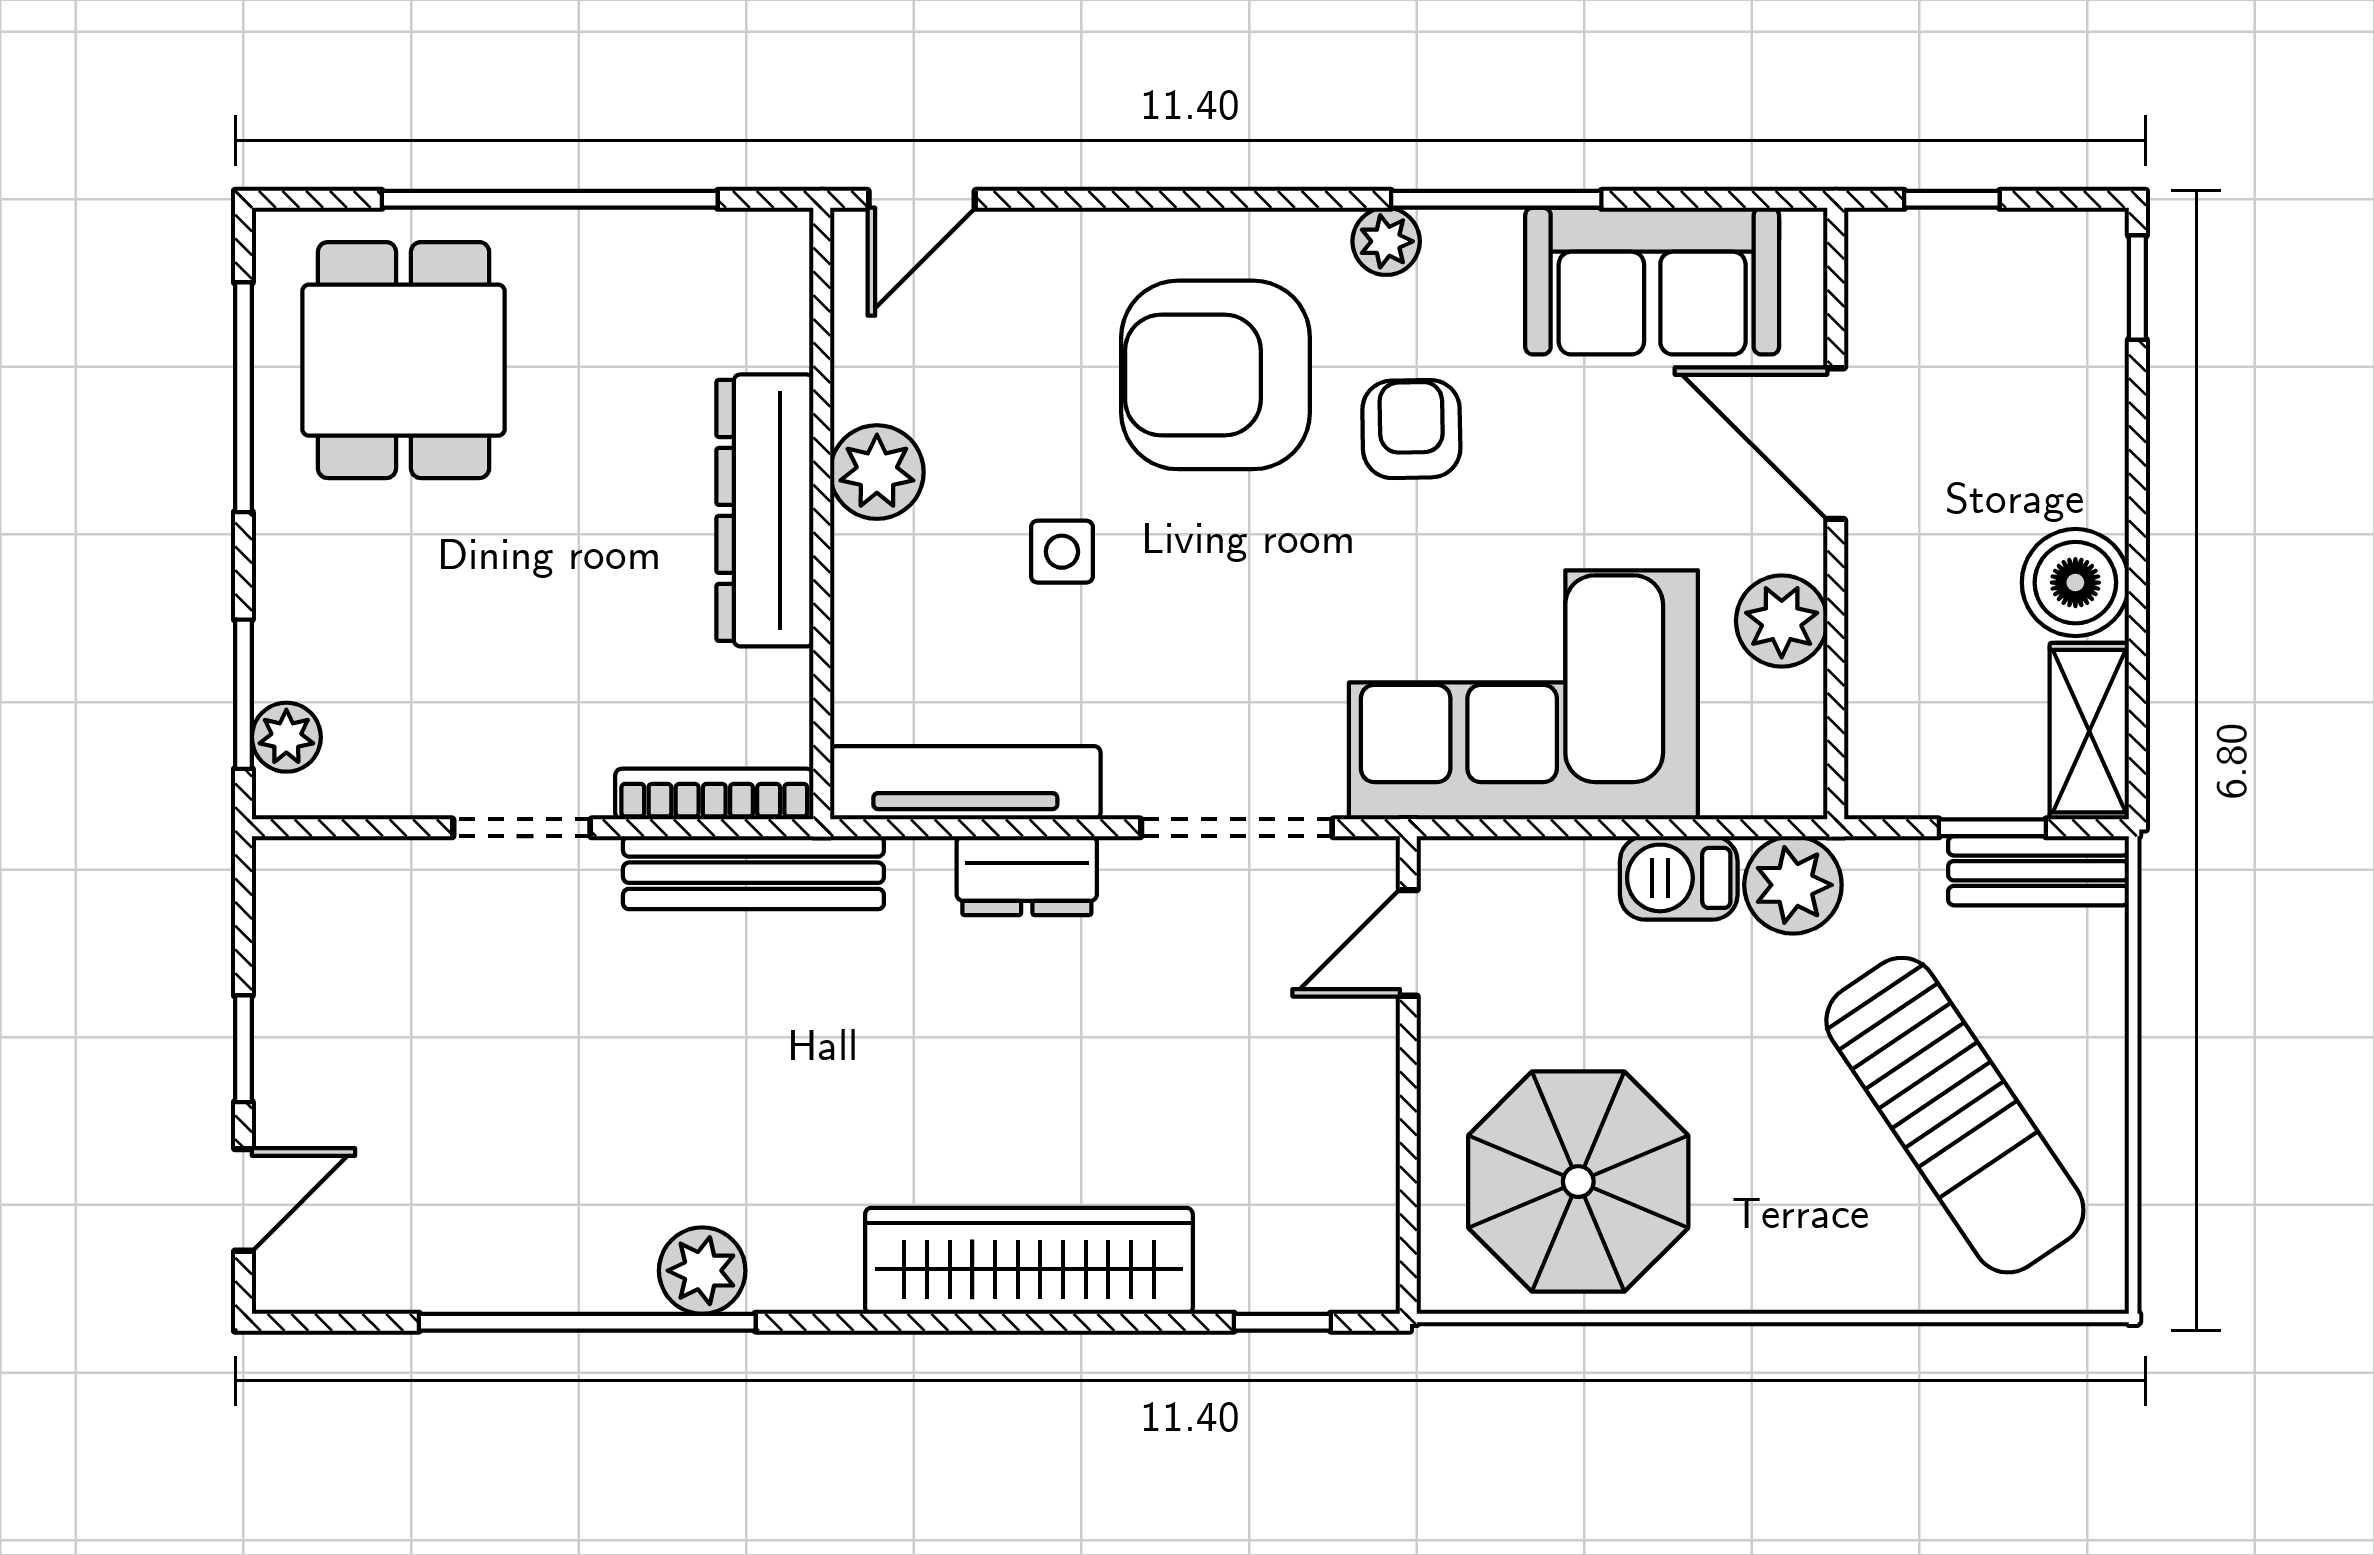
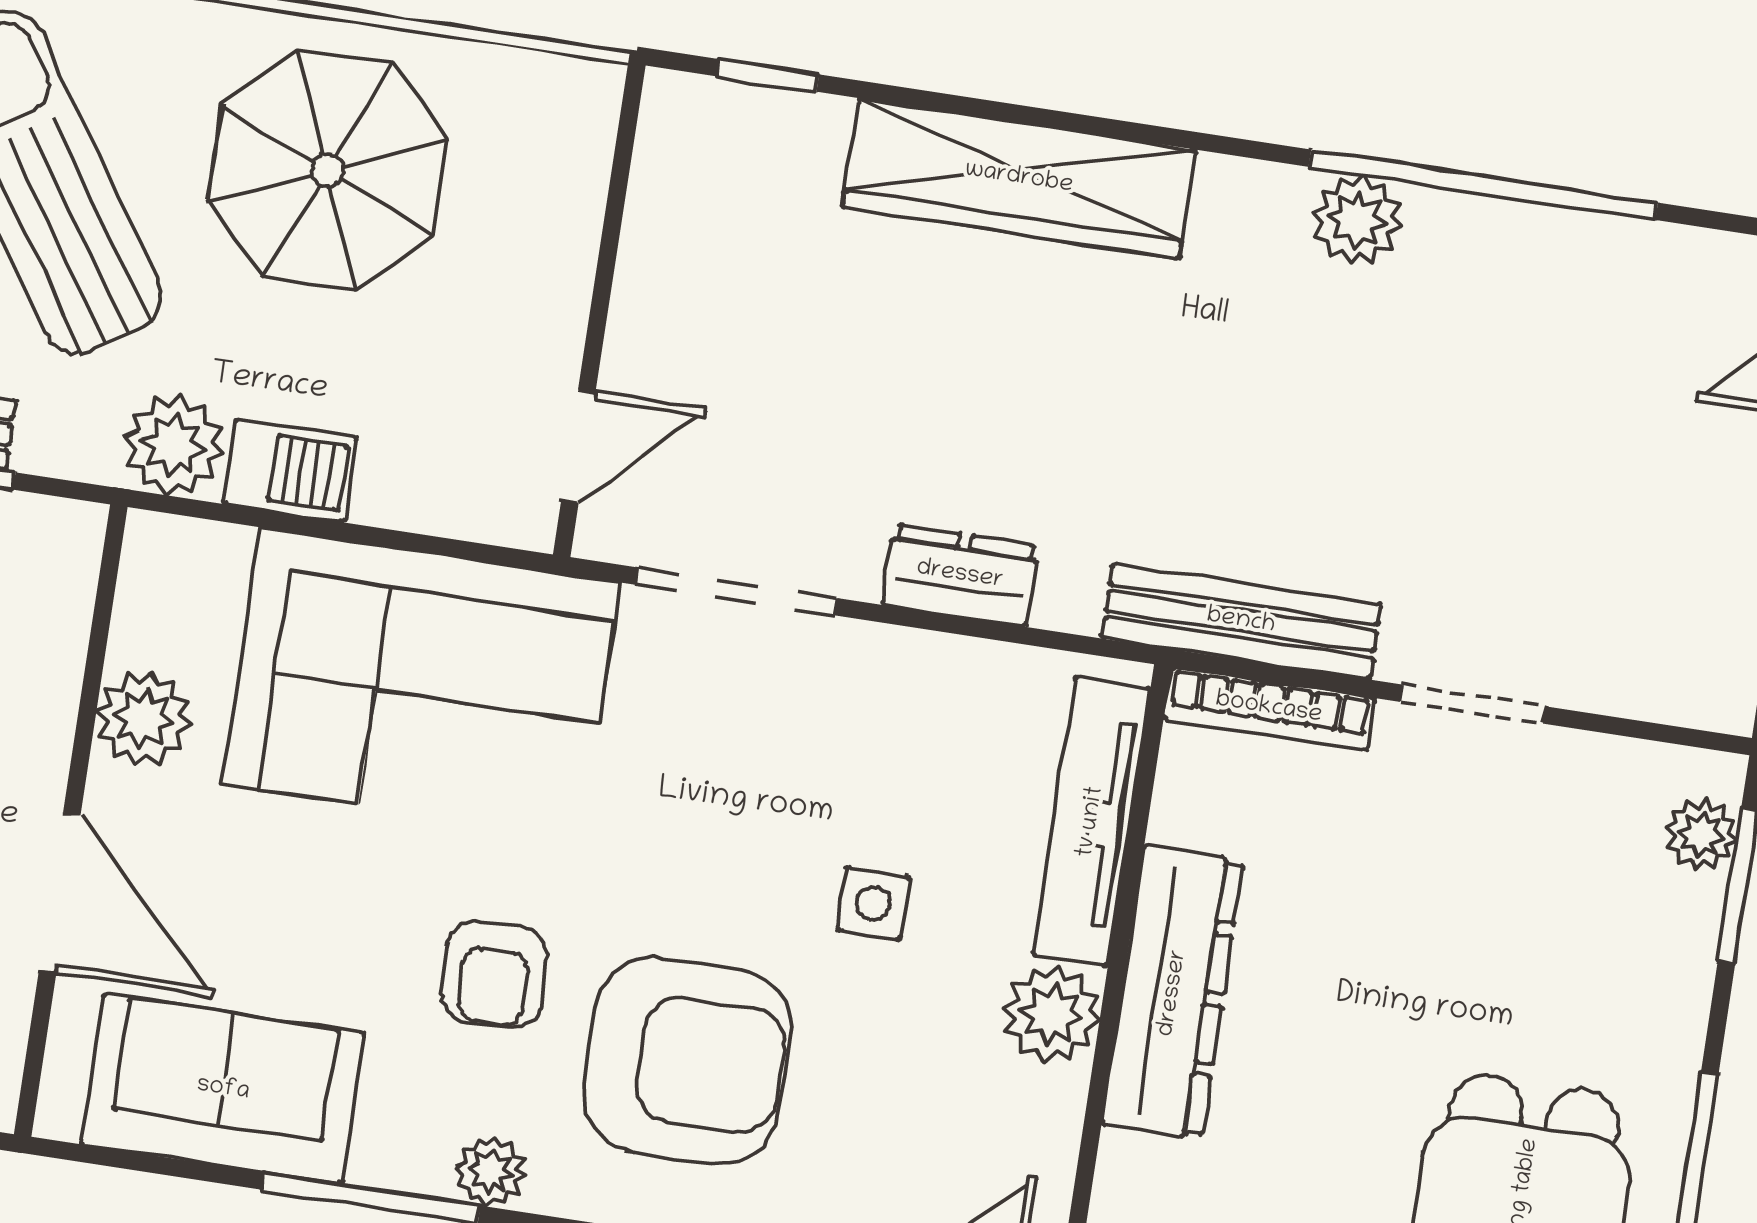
tv unit: (965, 783) -> (1091, 822), moved, turned 90
parasol: (1578, 1182) -> (327, 170), moved

